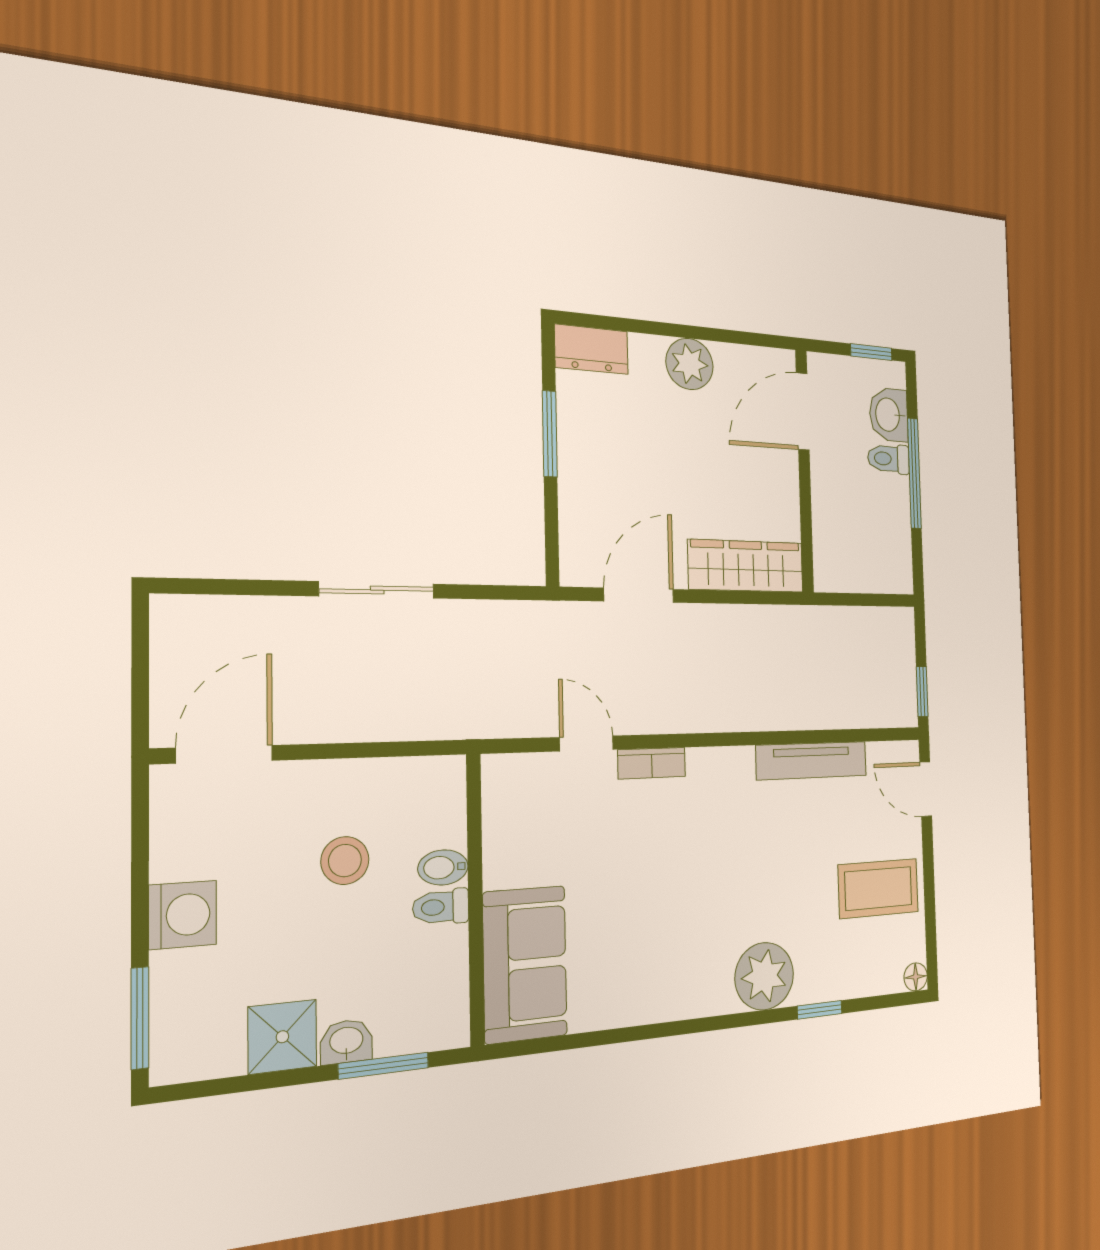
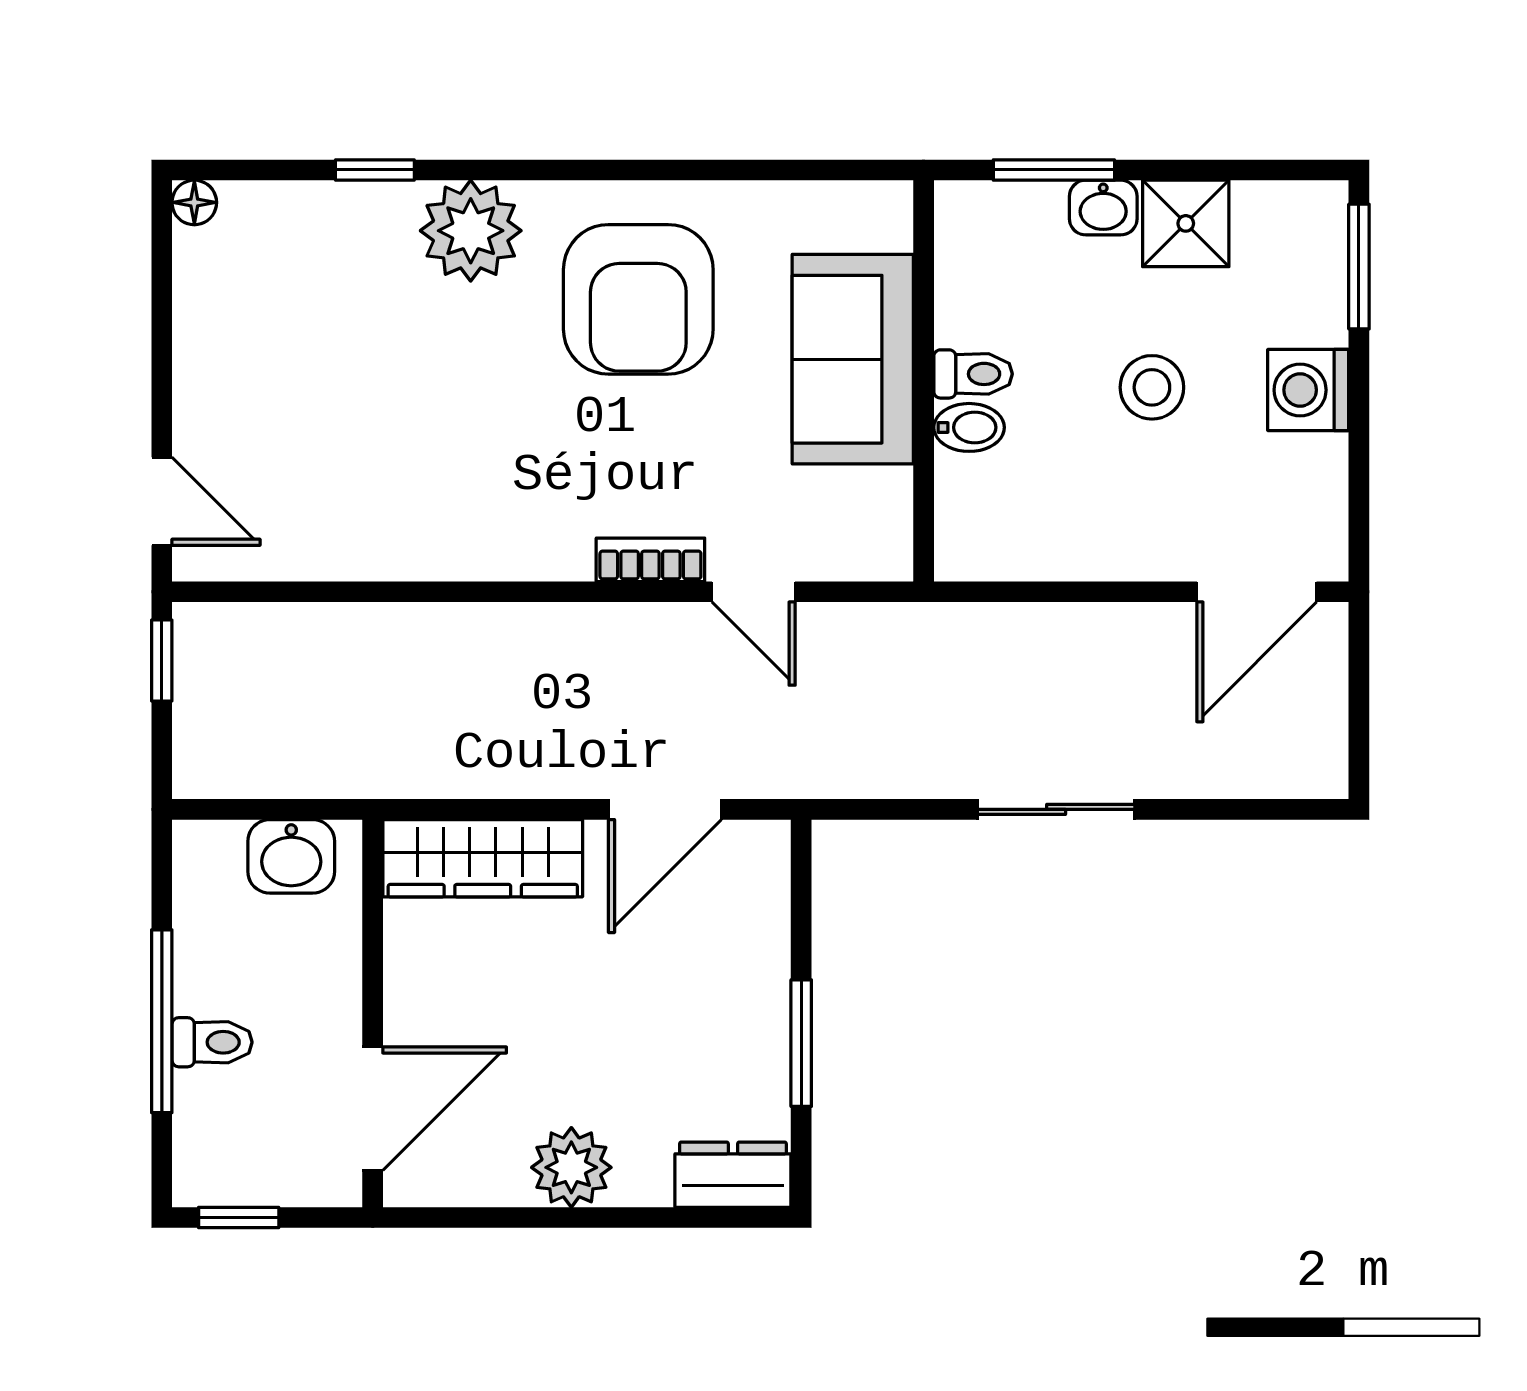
washbasin: (889, 415) -> (291, 856), moved, turned 90
tv unit: (812, 761) -> (375, 555), removed
stool: (345, 861) -> (1152, 387), moved
coffee table: (878, 888) -> (260, 348), removed
armchair: (663, 940) -> (638, 299), added
sofa: (525, 964) -> (853, 359), moved

